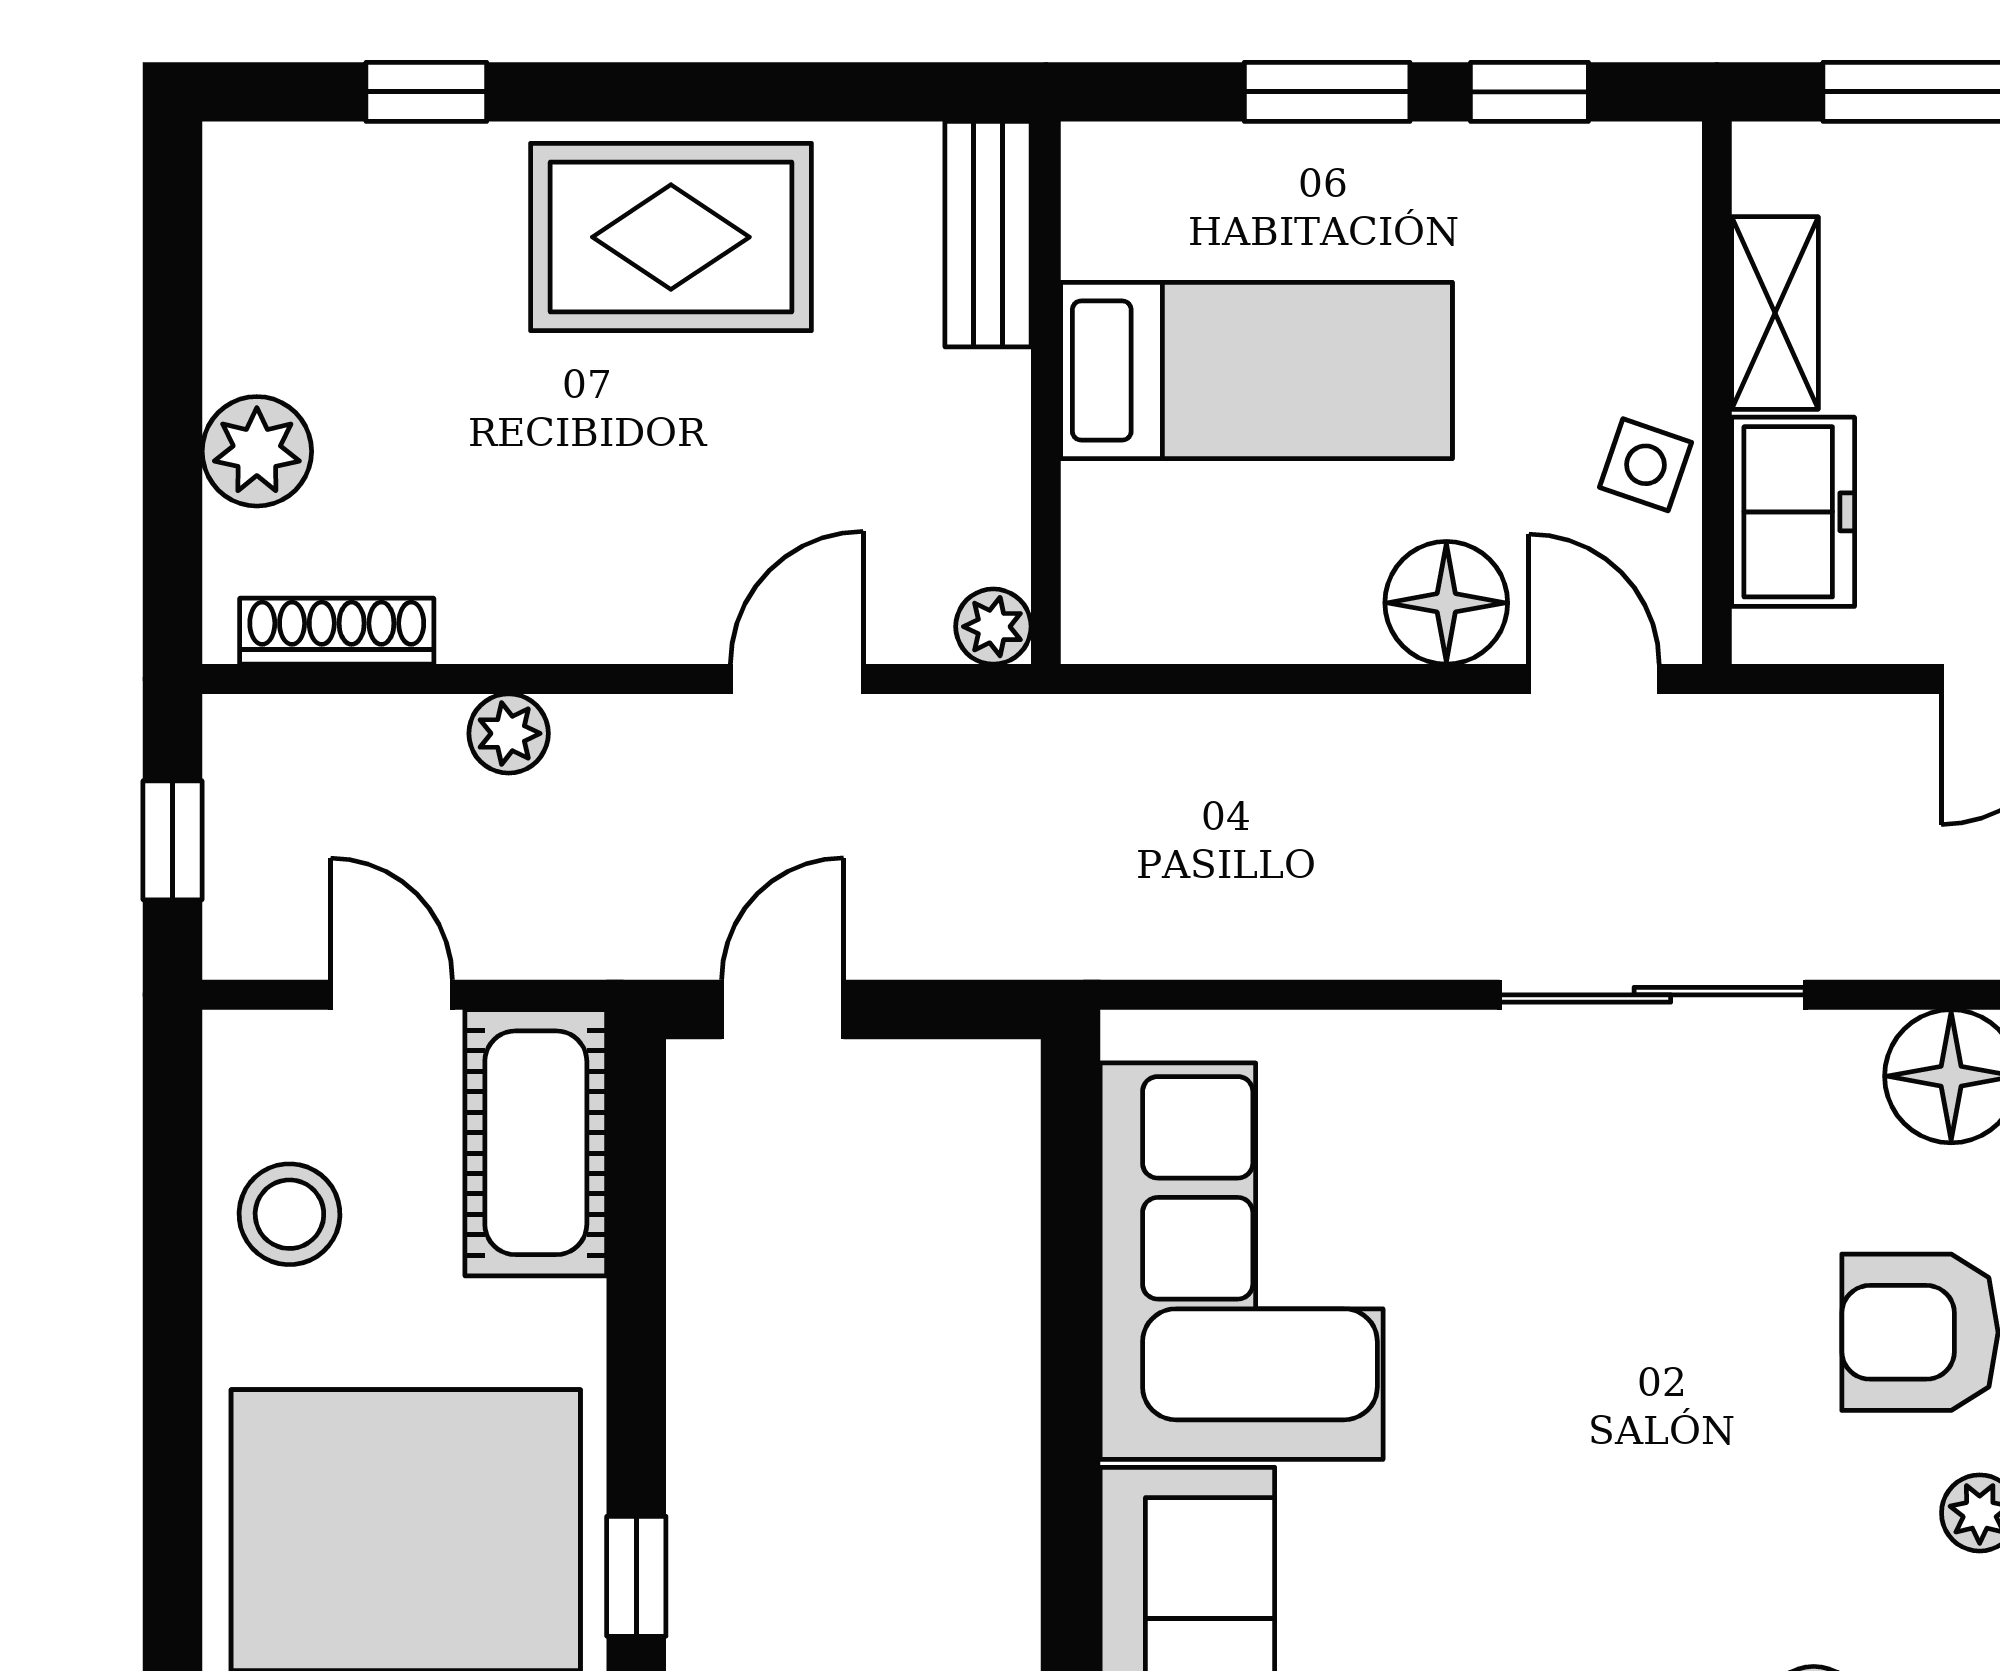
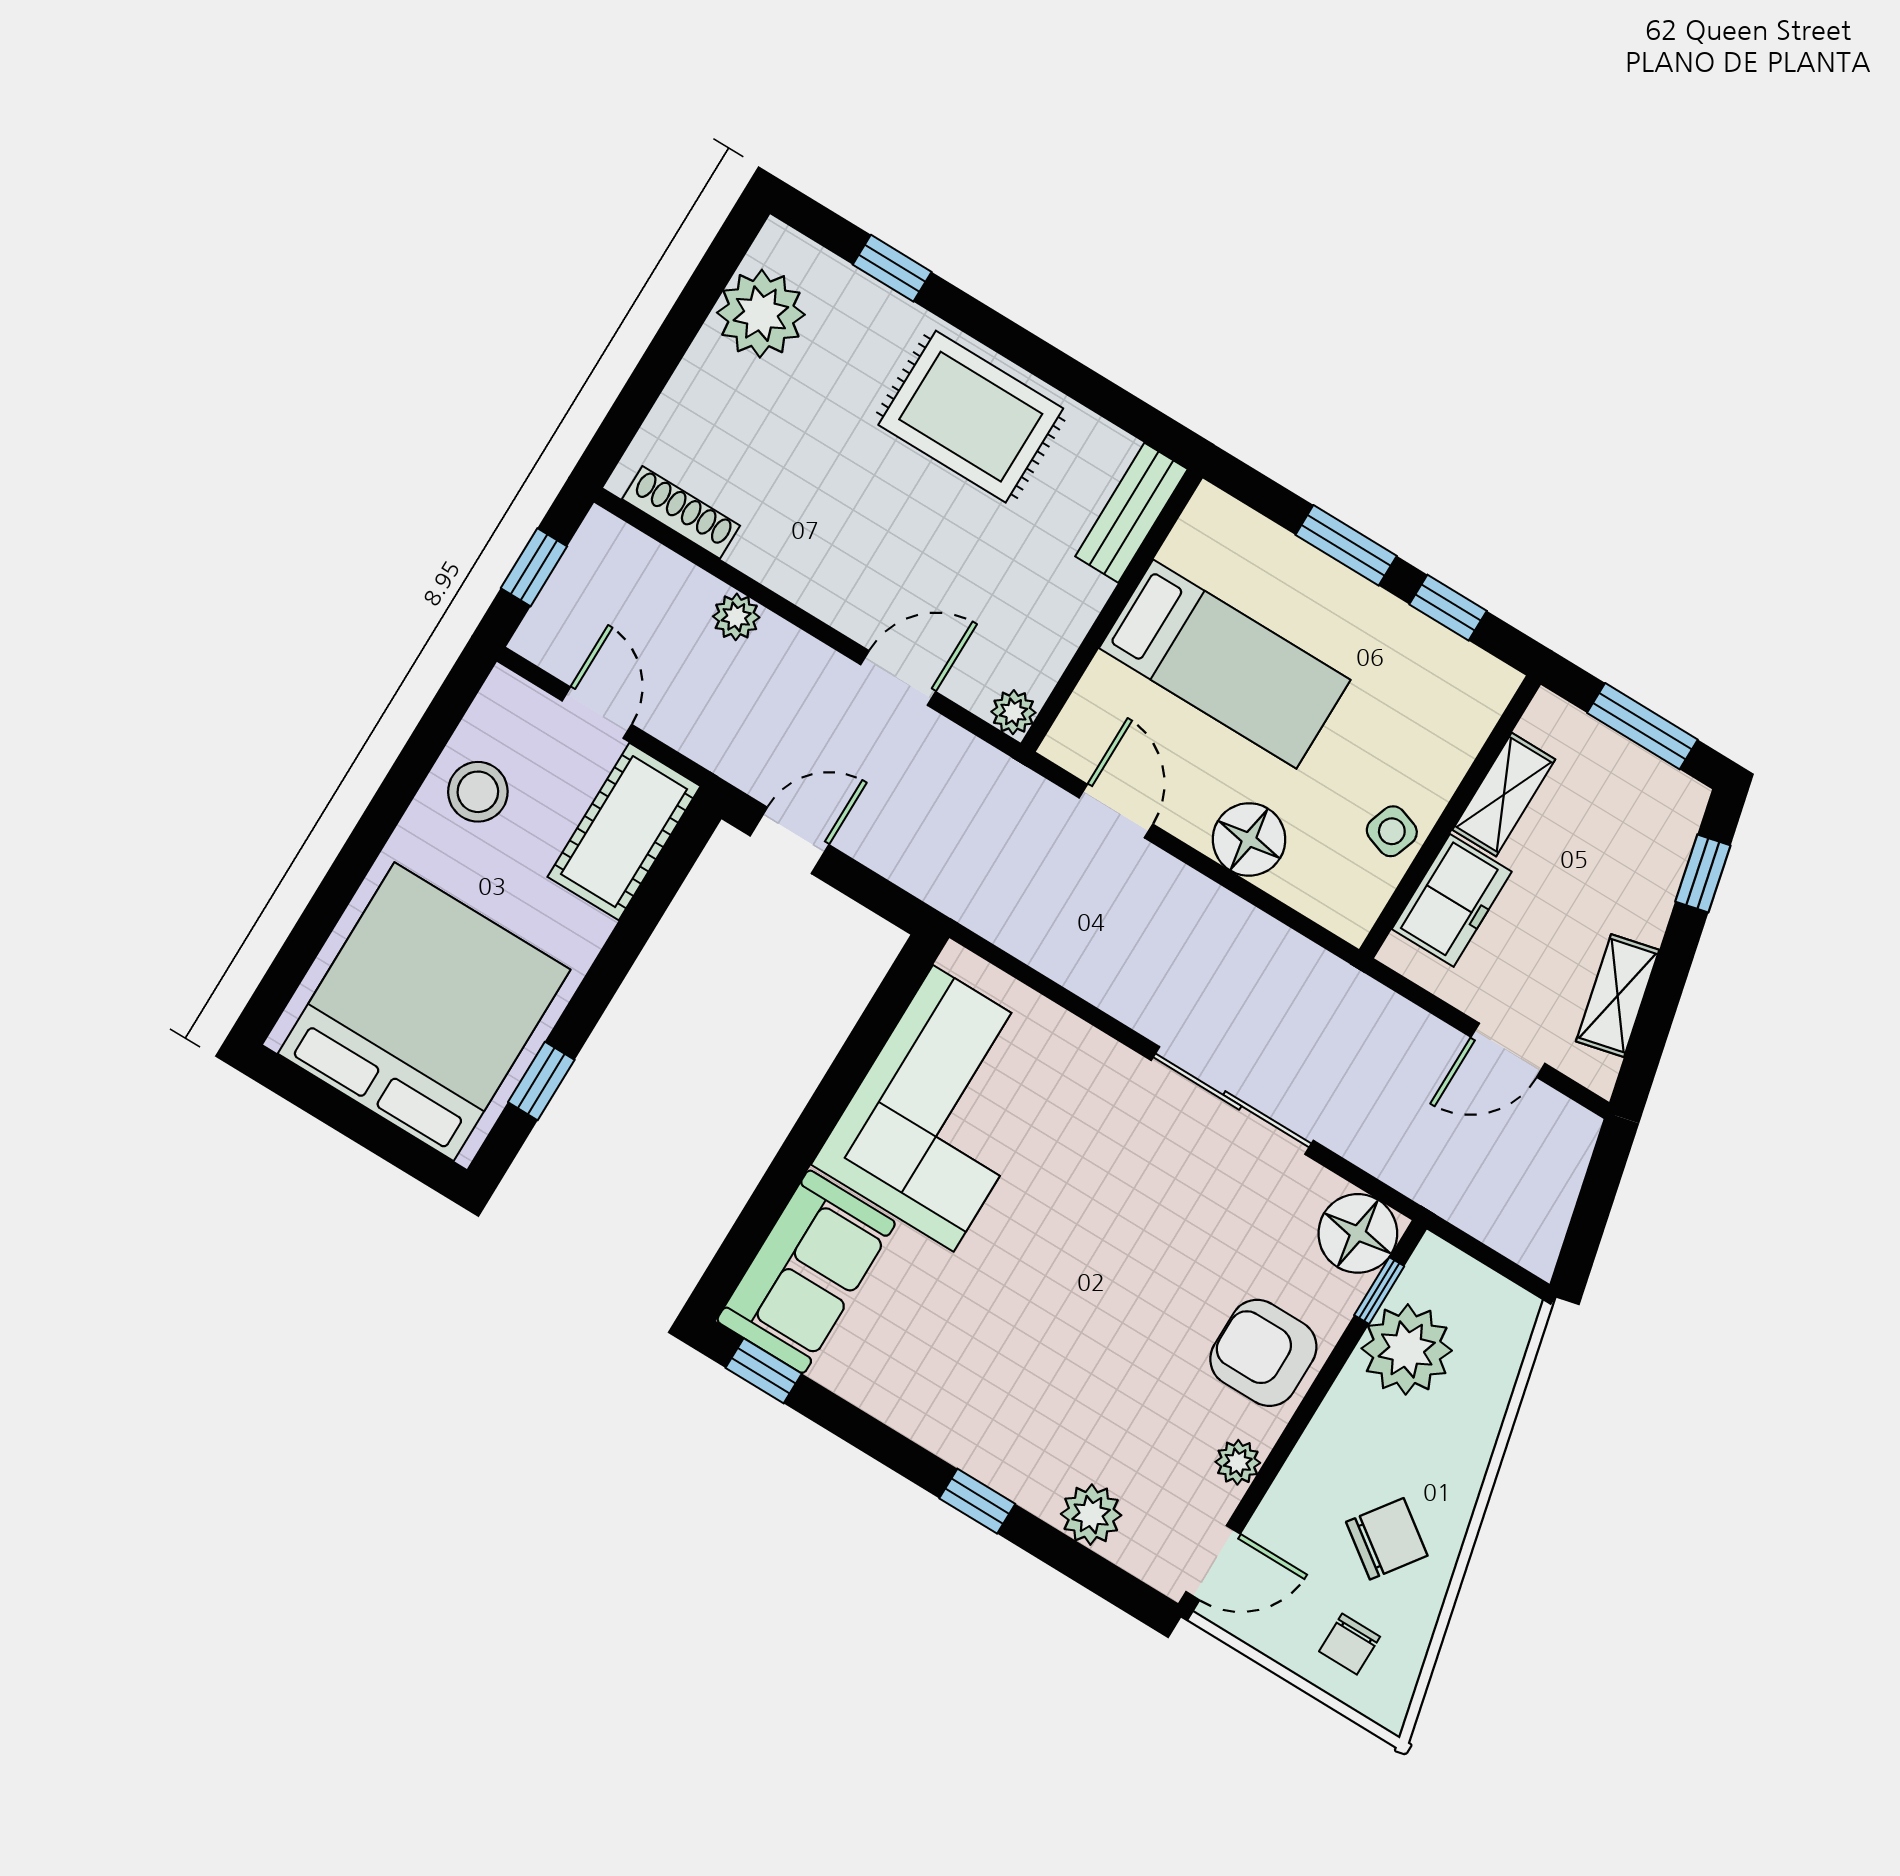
plant: (257, 451) -> (761, 314), moved, width x1.36, depth x1.36
door: (1594, 679) -> (1116, 811), moved

